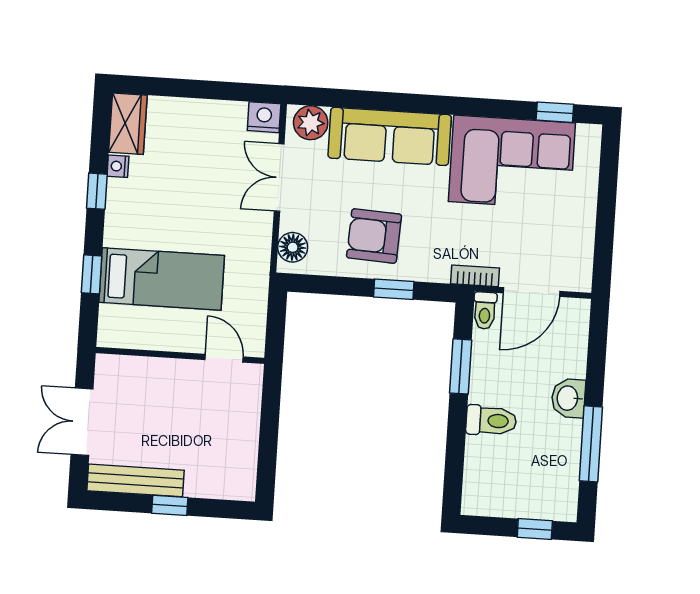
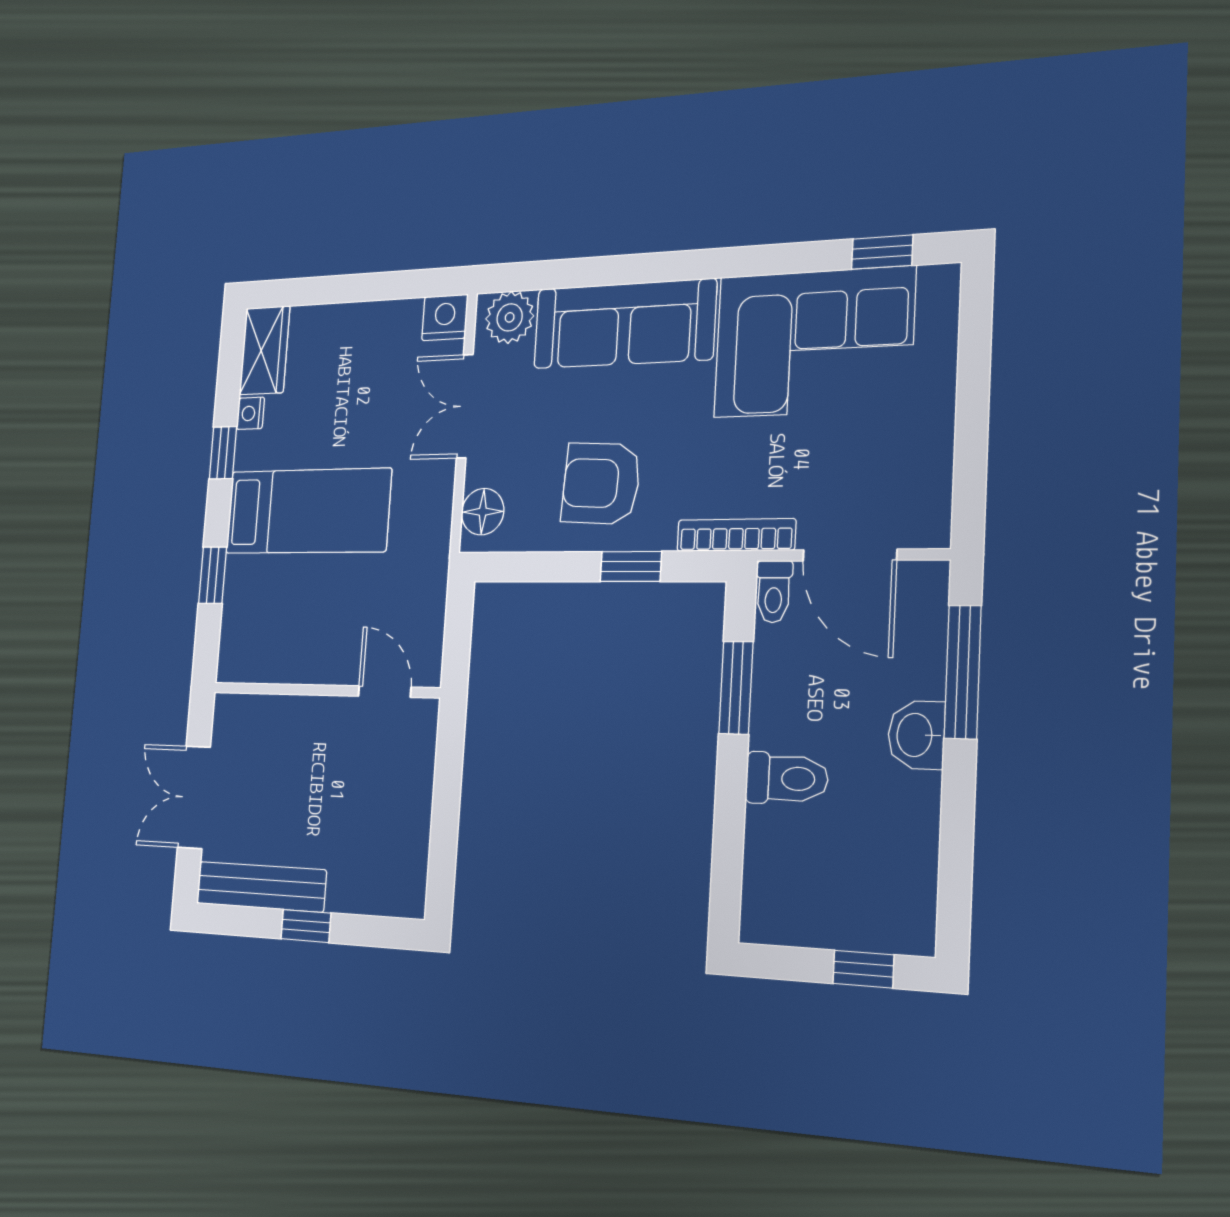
bookcase: (475, 276) -> (736, 535), width x1.56
bed: (162, 279) -> (308, 511), moved
door: (532, 292) -> (850, 555), hinge flipped
window: (591, 444) -> (963, 672), moved

